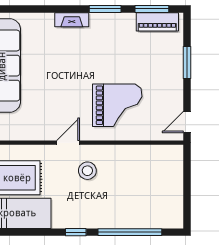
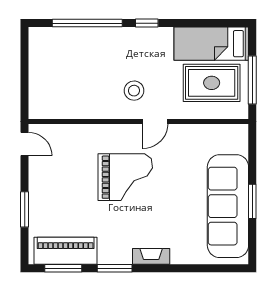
piano: (157, 22) -> (66, 251), width x1.37, depth x1.33
grand piano: (117, 105) -> (125, 177), moved, turned 180
door: (187, 122) -> (25, 144), hinge flipped

